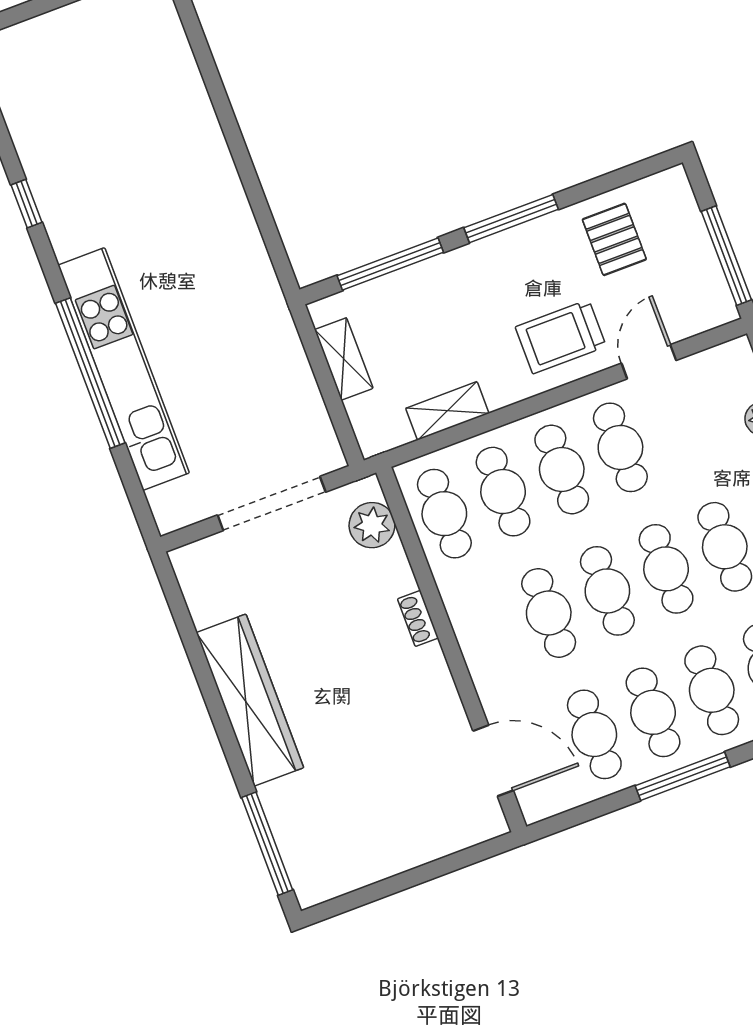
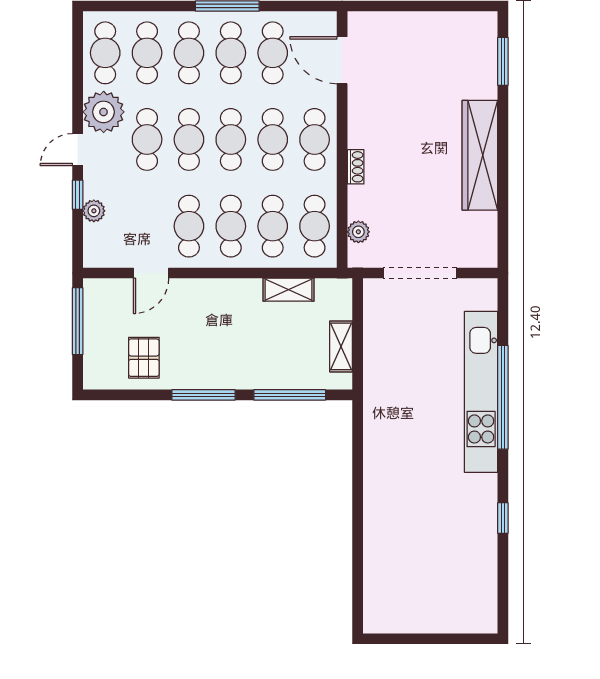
trolley: (561, 337) -> (200, 309), removed
plant: (372, 525) -> (358, 232), width x0.73, depth x0.73
cafe table: (490, 635) -> (315, 139), added
window: (267, 844) -> (503, 61), width x0.69

